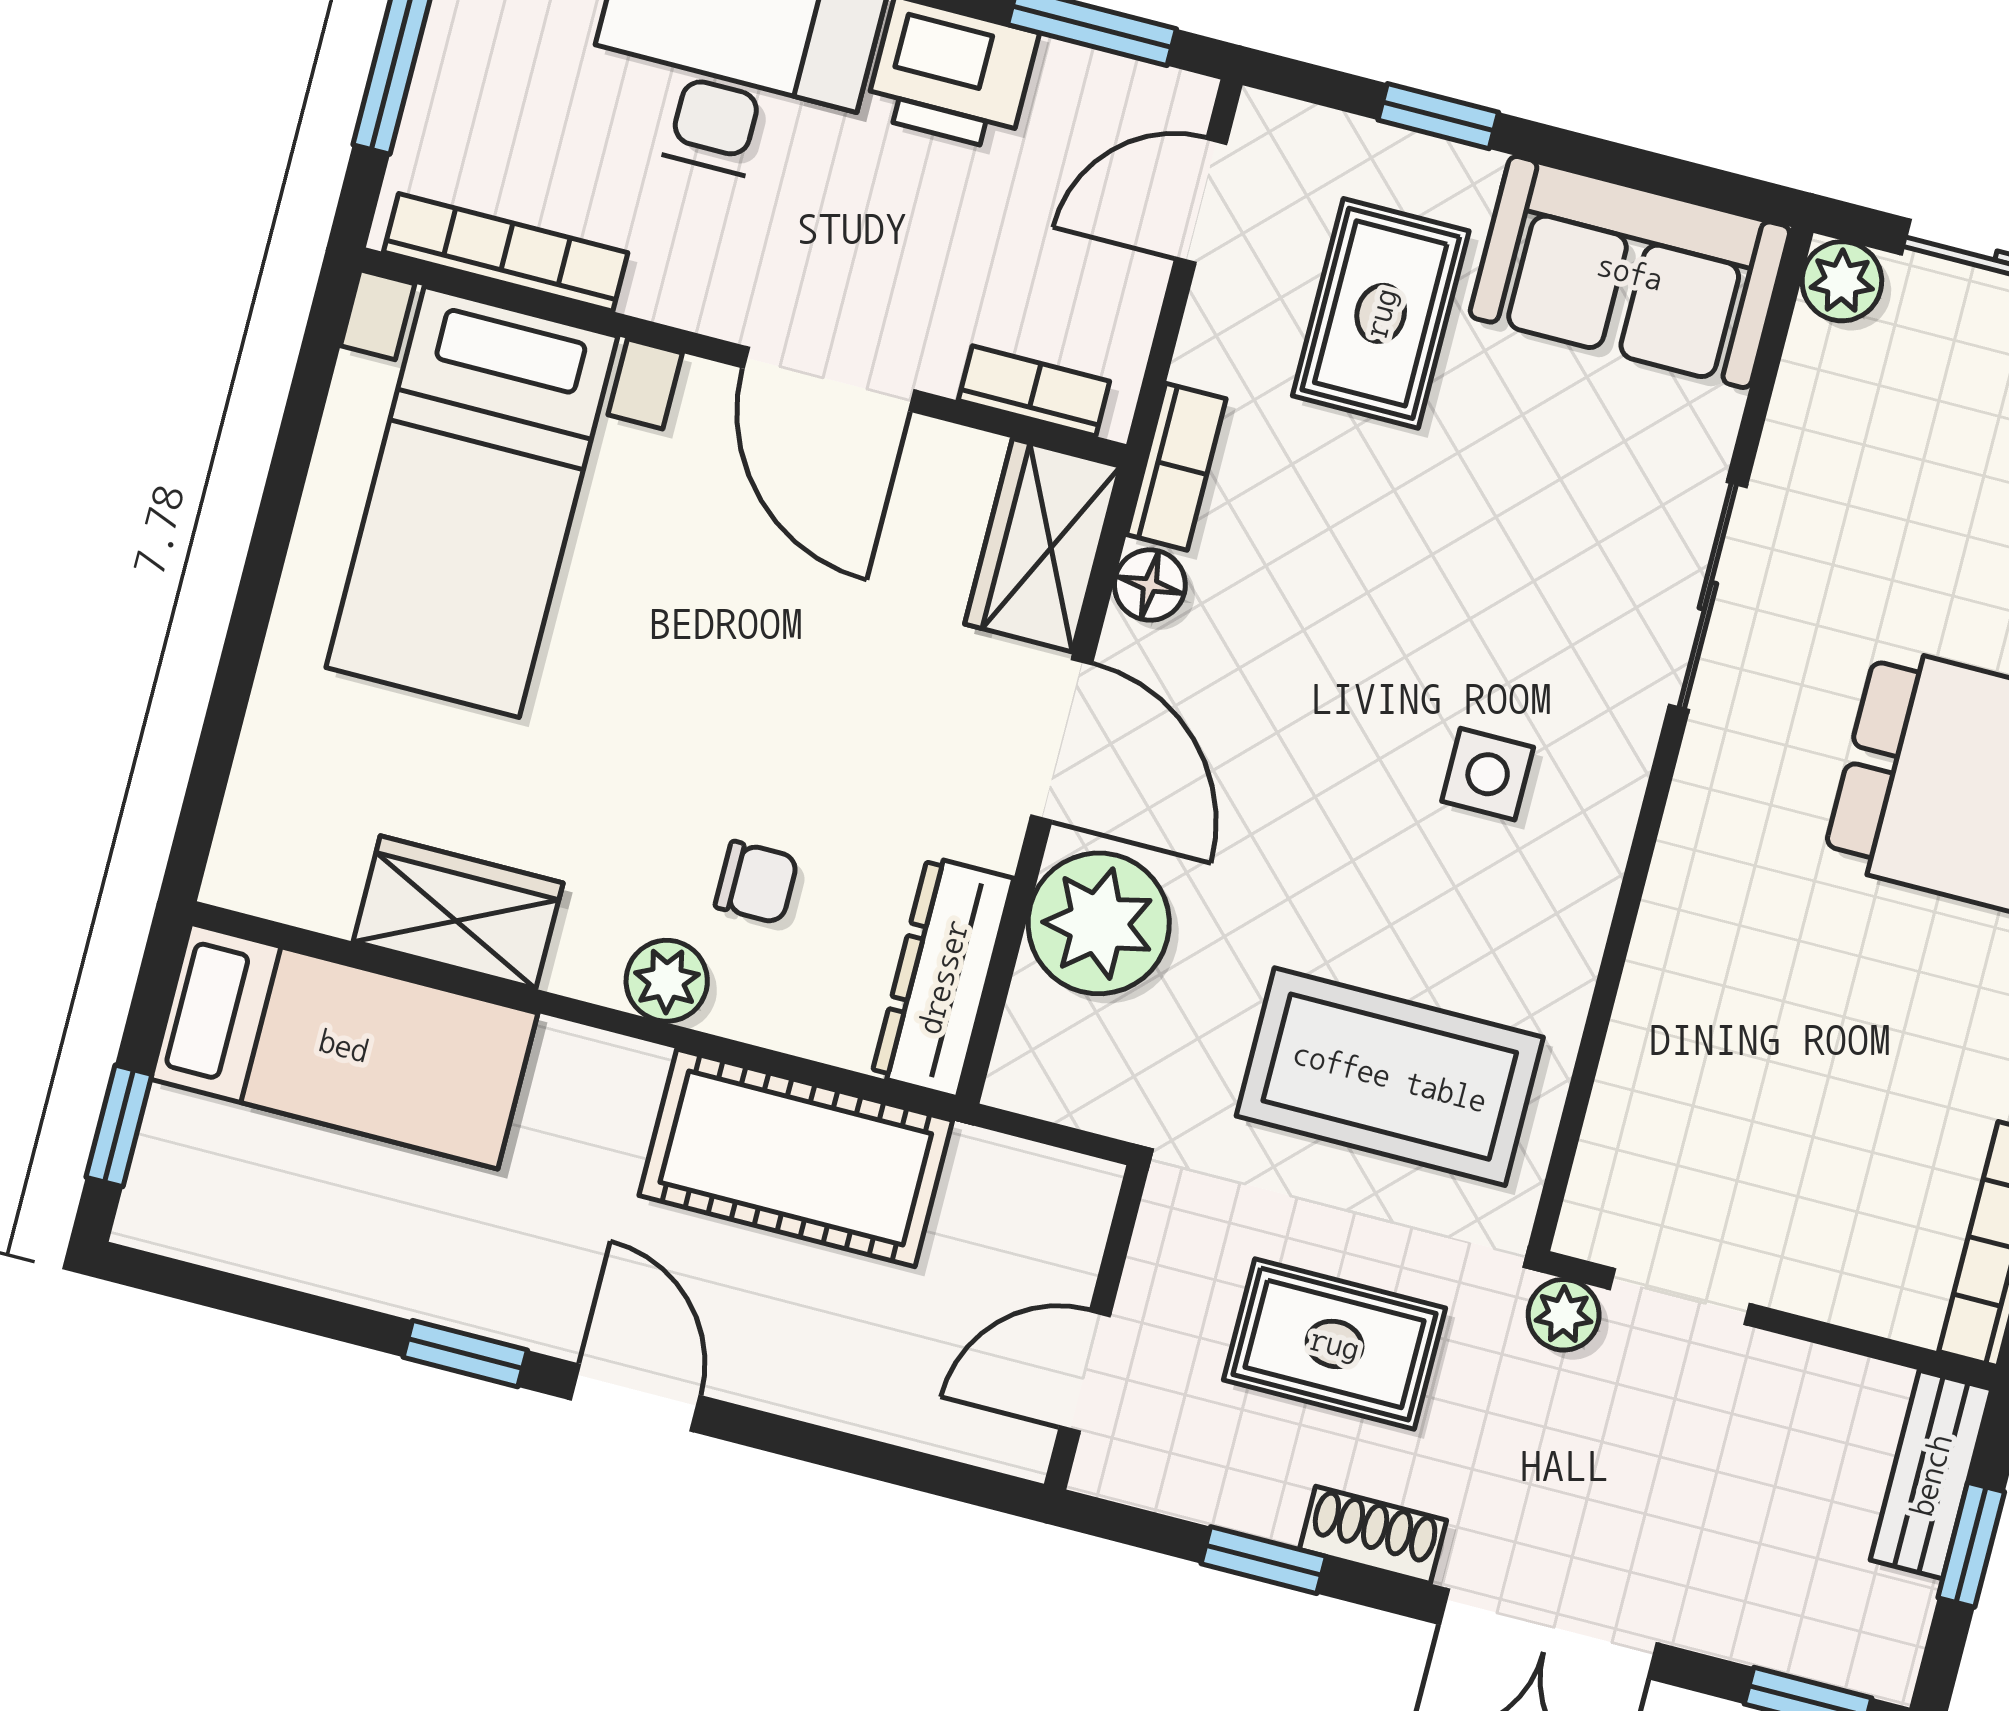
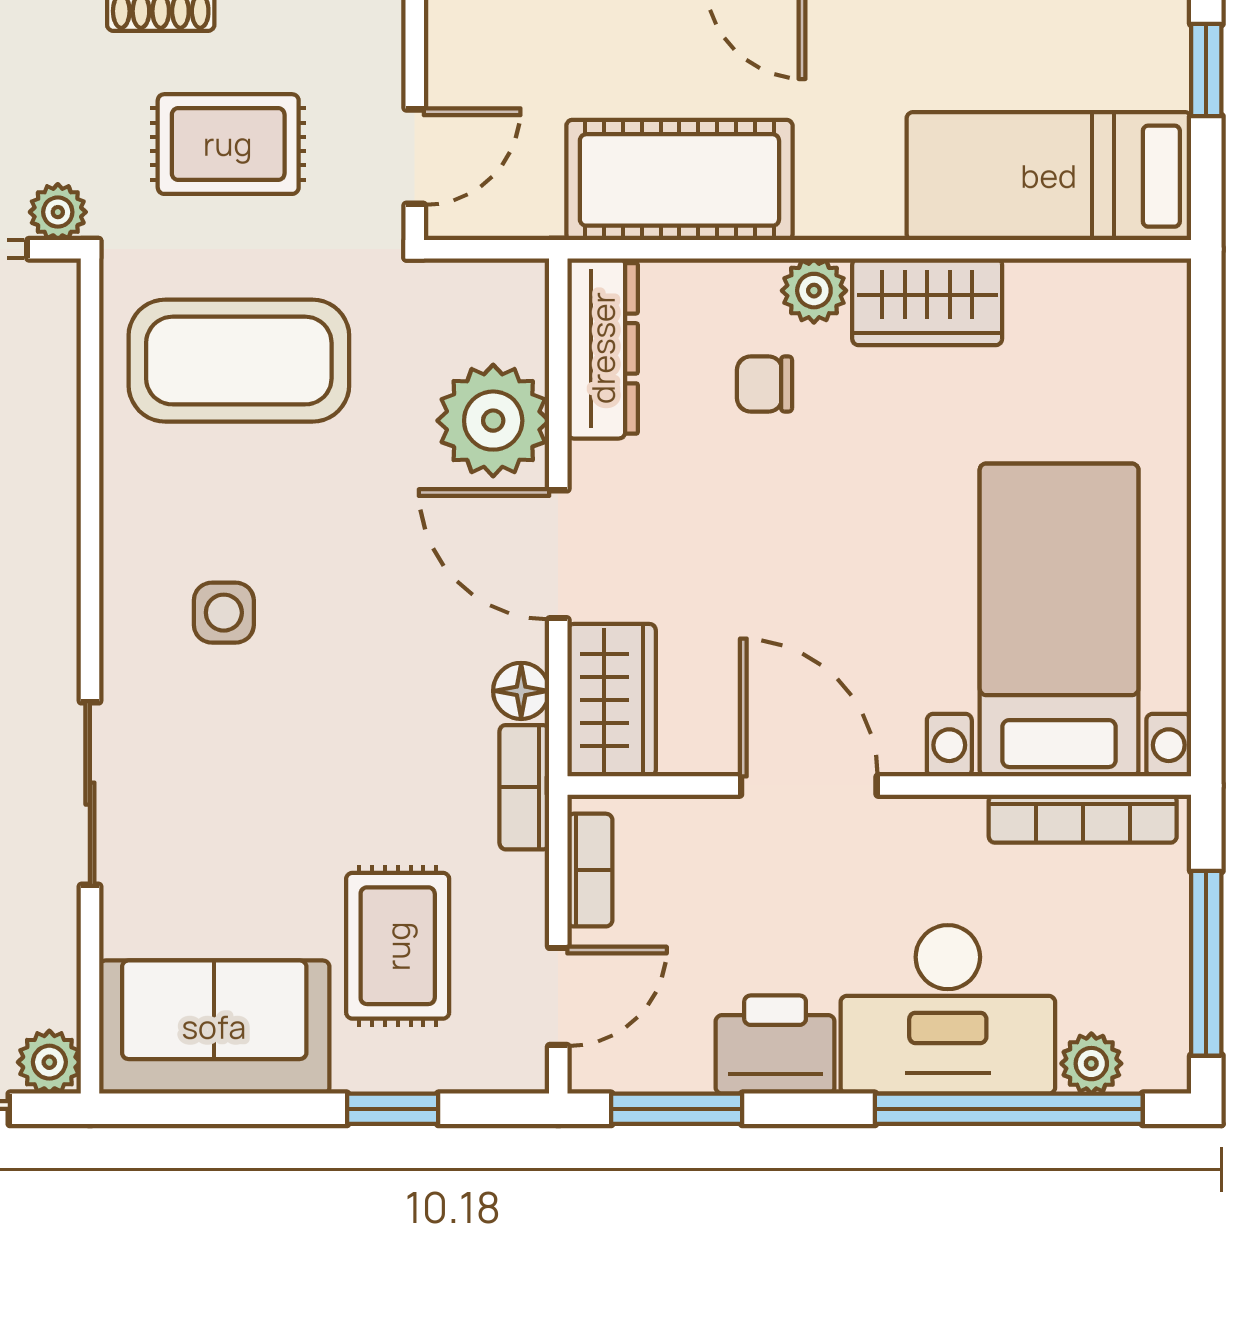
bookcase: (1034, 391) -> (590, 870), moved, turned -90
wardrobe: (458, 912) -> (927, 302), moved
door: (1085, 1371) -> (415, 157), moved

